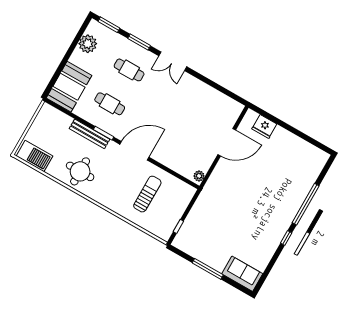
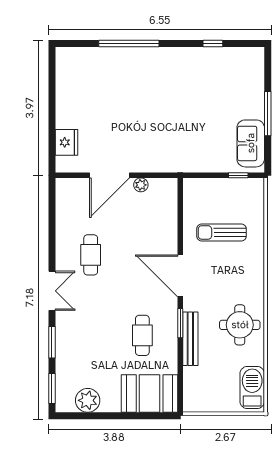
cafe table: (129, 70) -> (91, 255), moved
door: (227, 142) -> (110, 175), swing flipped
plant: (199, 176) -> (141, 185), moved
window: (286, 238) -> (213, 44), moved
sofa: (242, 274) -> (251, 143), moved

